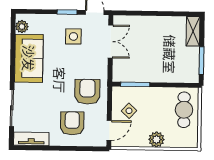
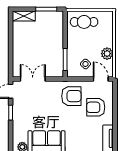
side table: (73, 36) -> (29, 107), removed
armchair: (87, 92) -> (71, 96), turned 180
plant: (156, 140) -> (107, 54), moved

